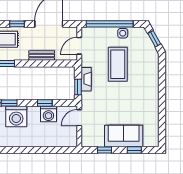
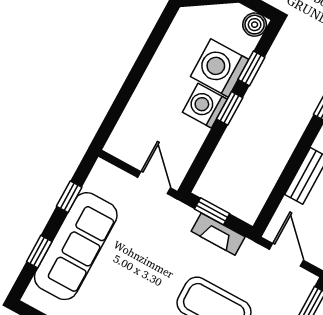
window: (45, 103) -> (230, 108), moved
washing machine: (48, 114) -> (205, 106), moved
sofa: (124, 136) -> (76, 246), width x1.36

